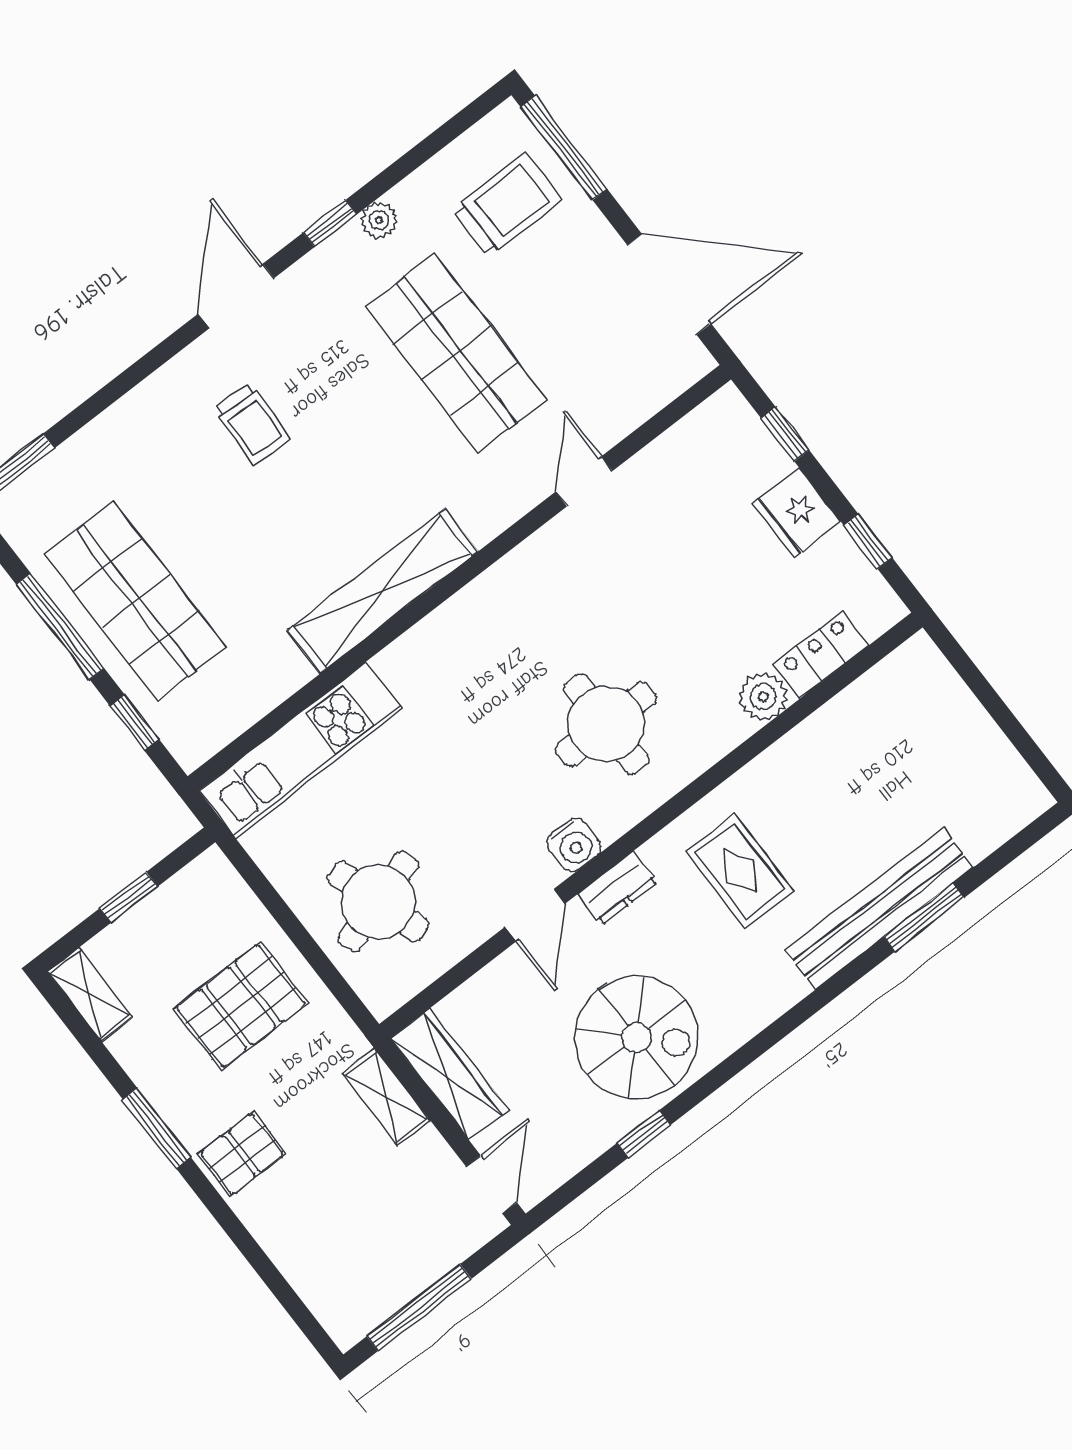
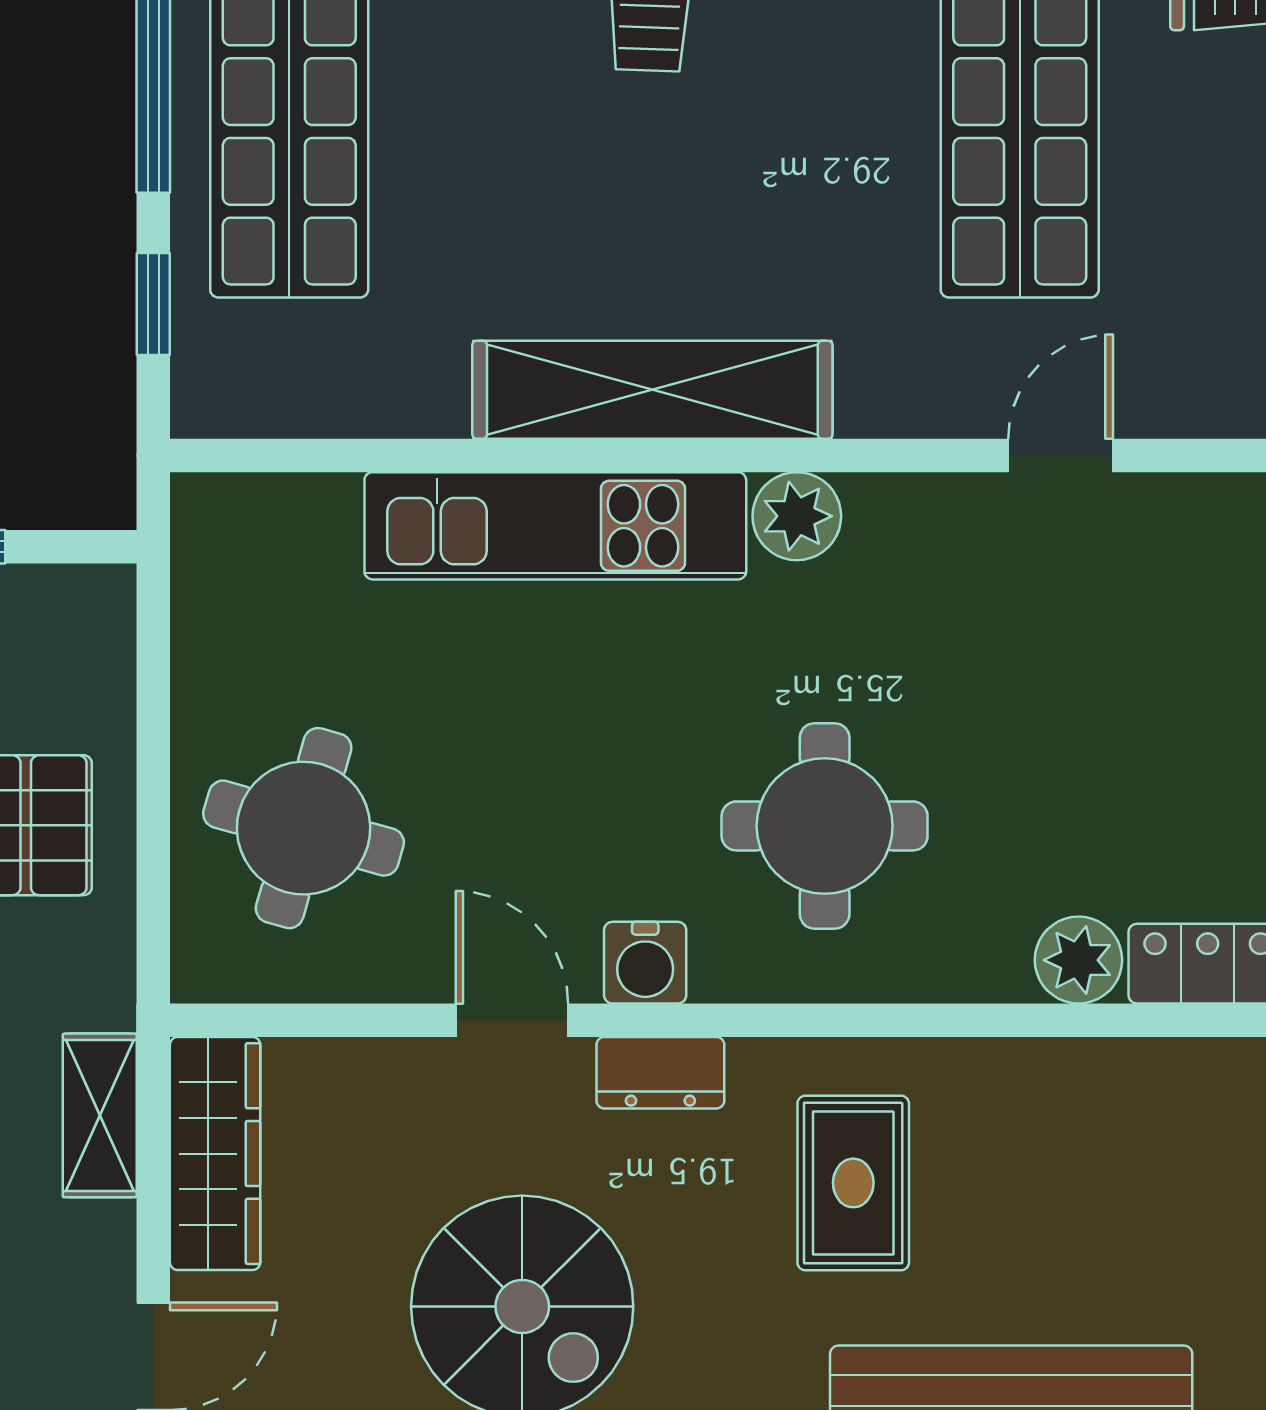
plant: (489, 597) -> (797, 516), added
kitchen unit: (301, 750) -> (555, 526), moved
round table: (378, 902) -> (304, 828), turned 33
door: (535, 915) -> (512, 1020), swing flipped

